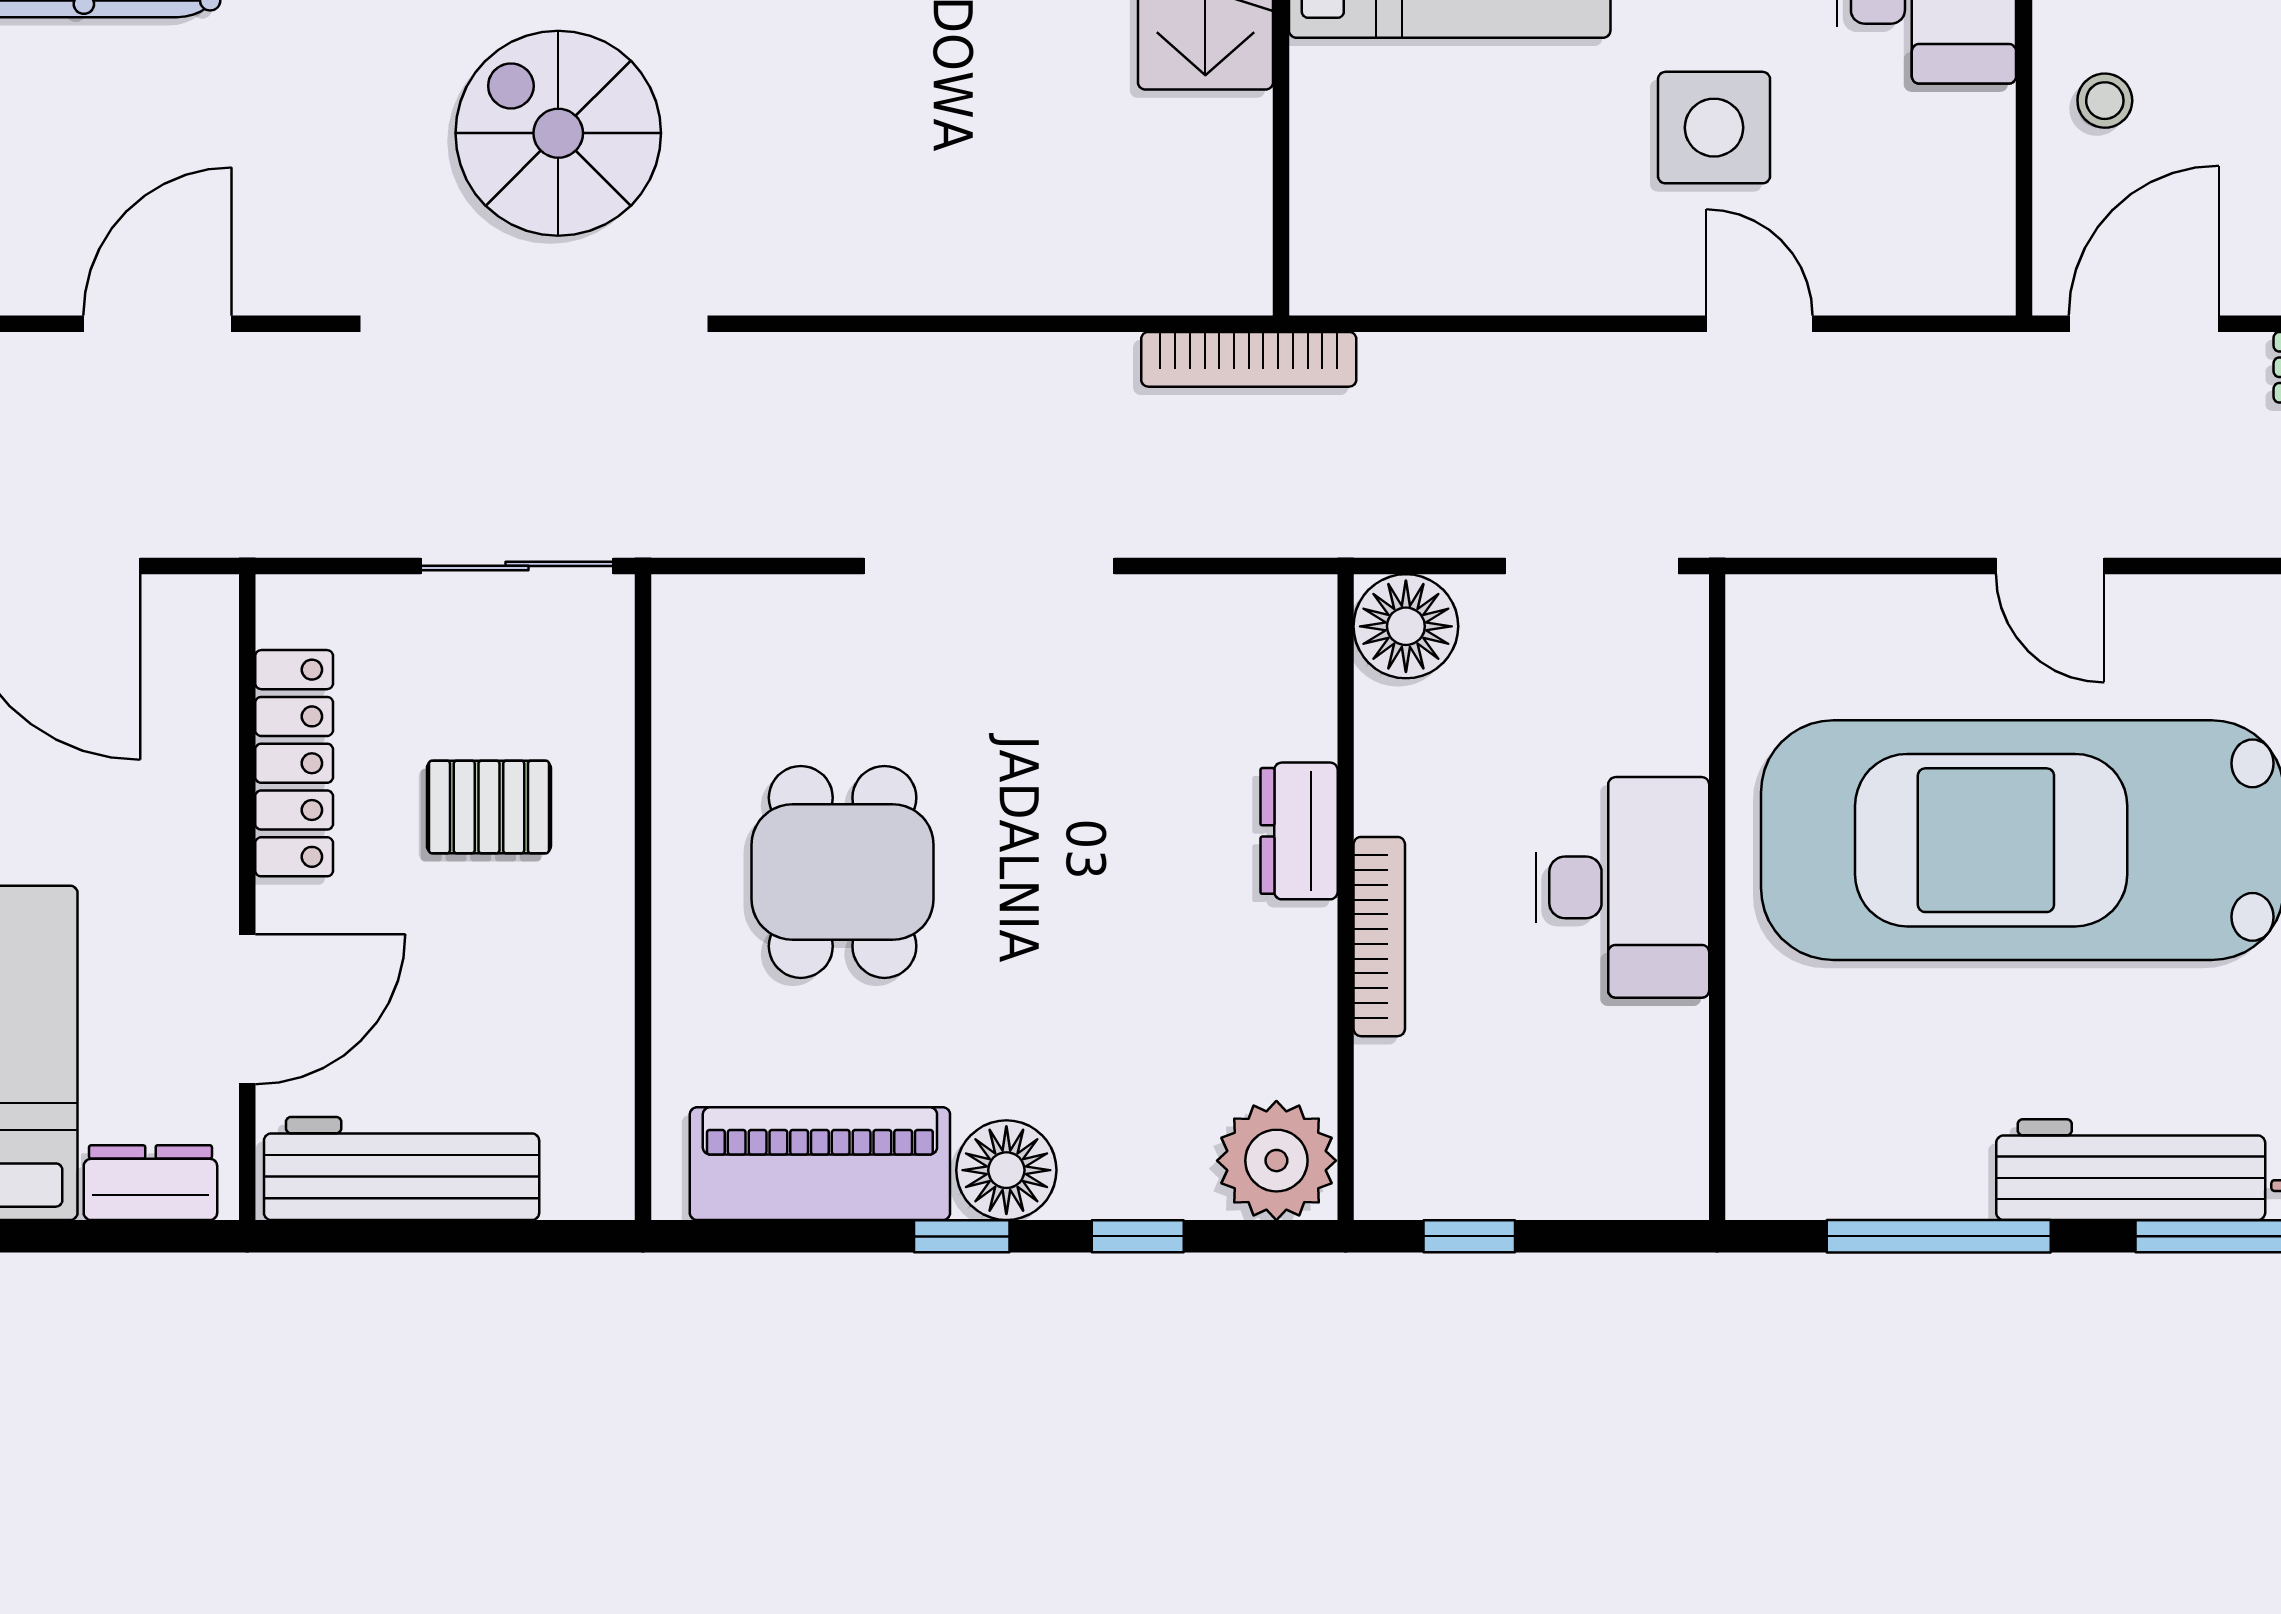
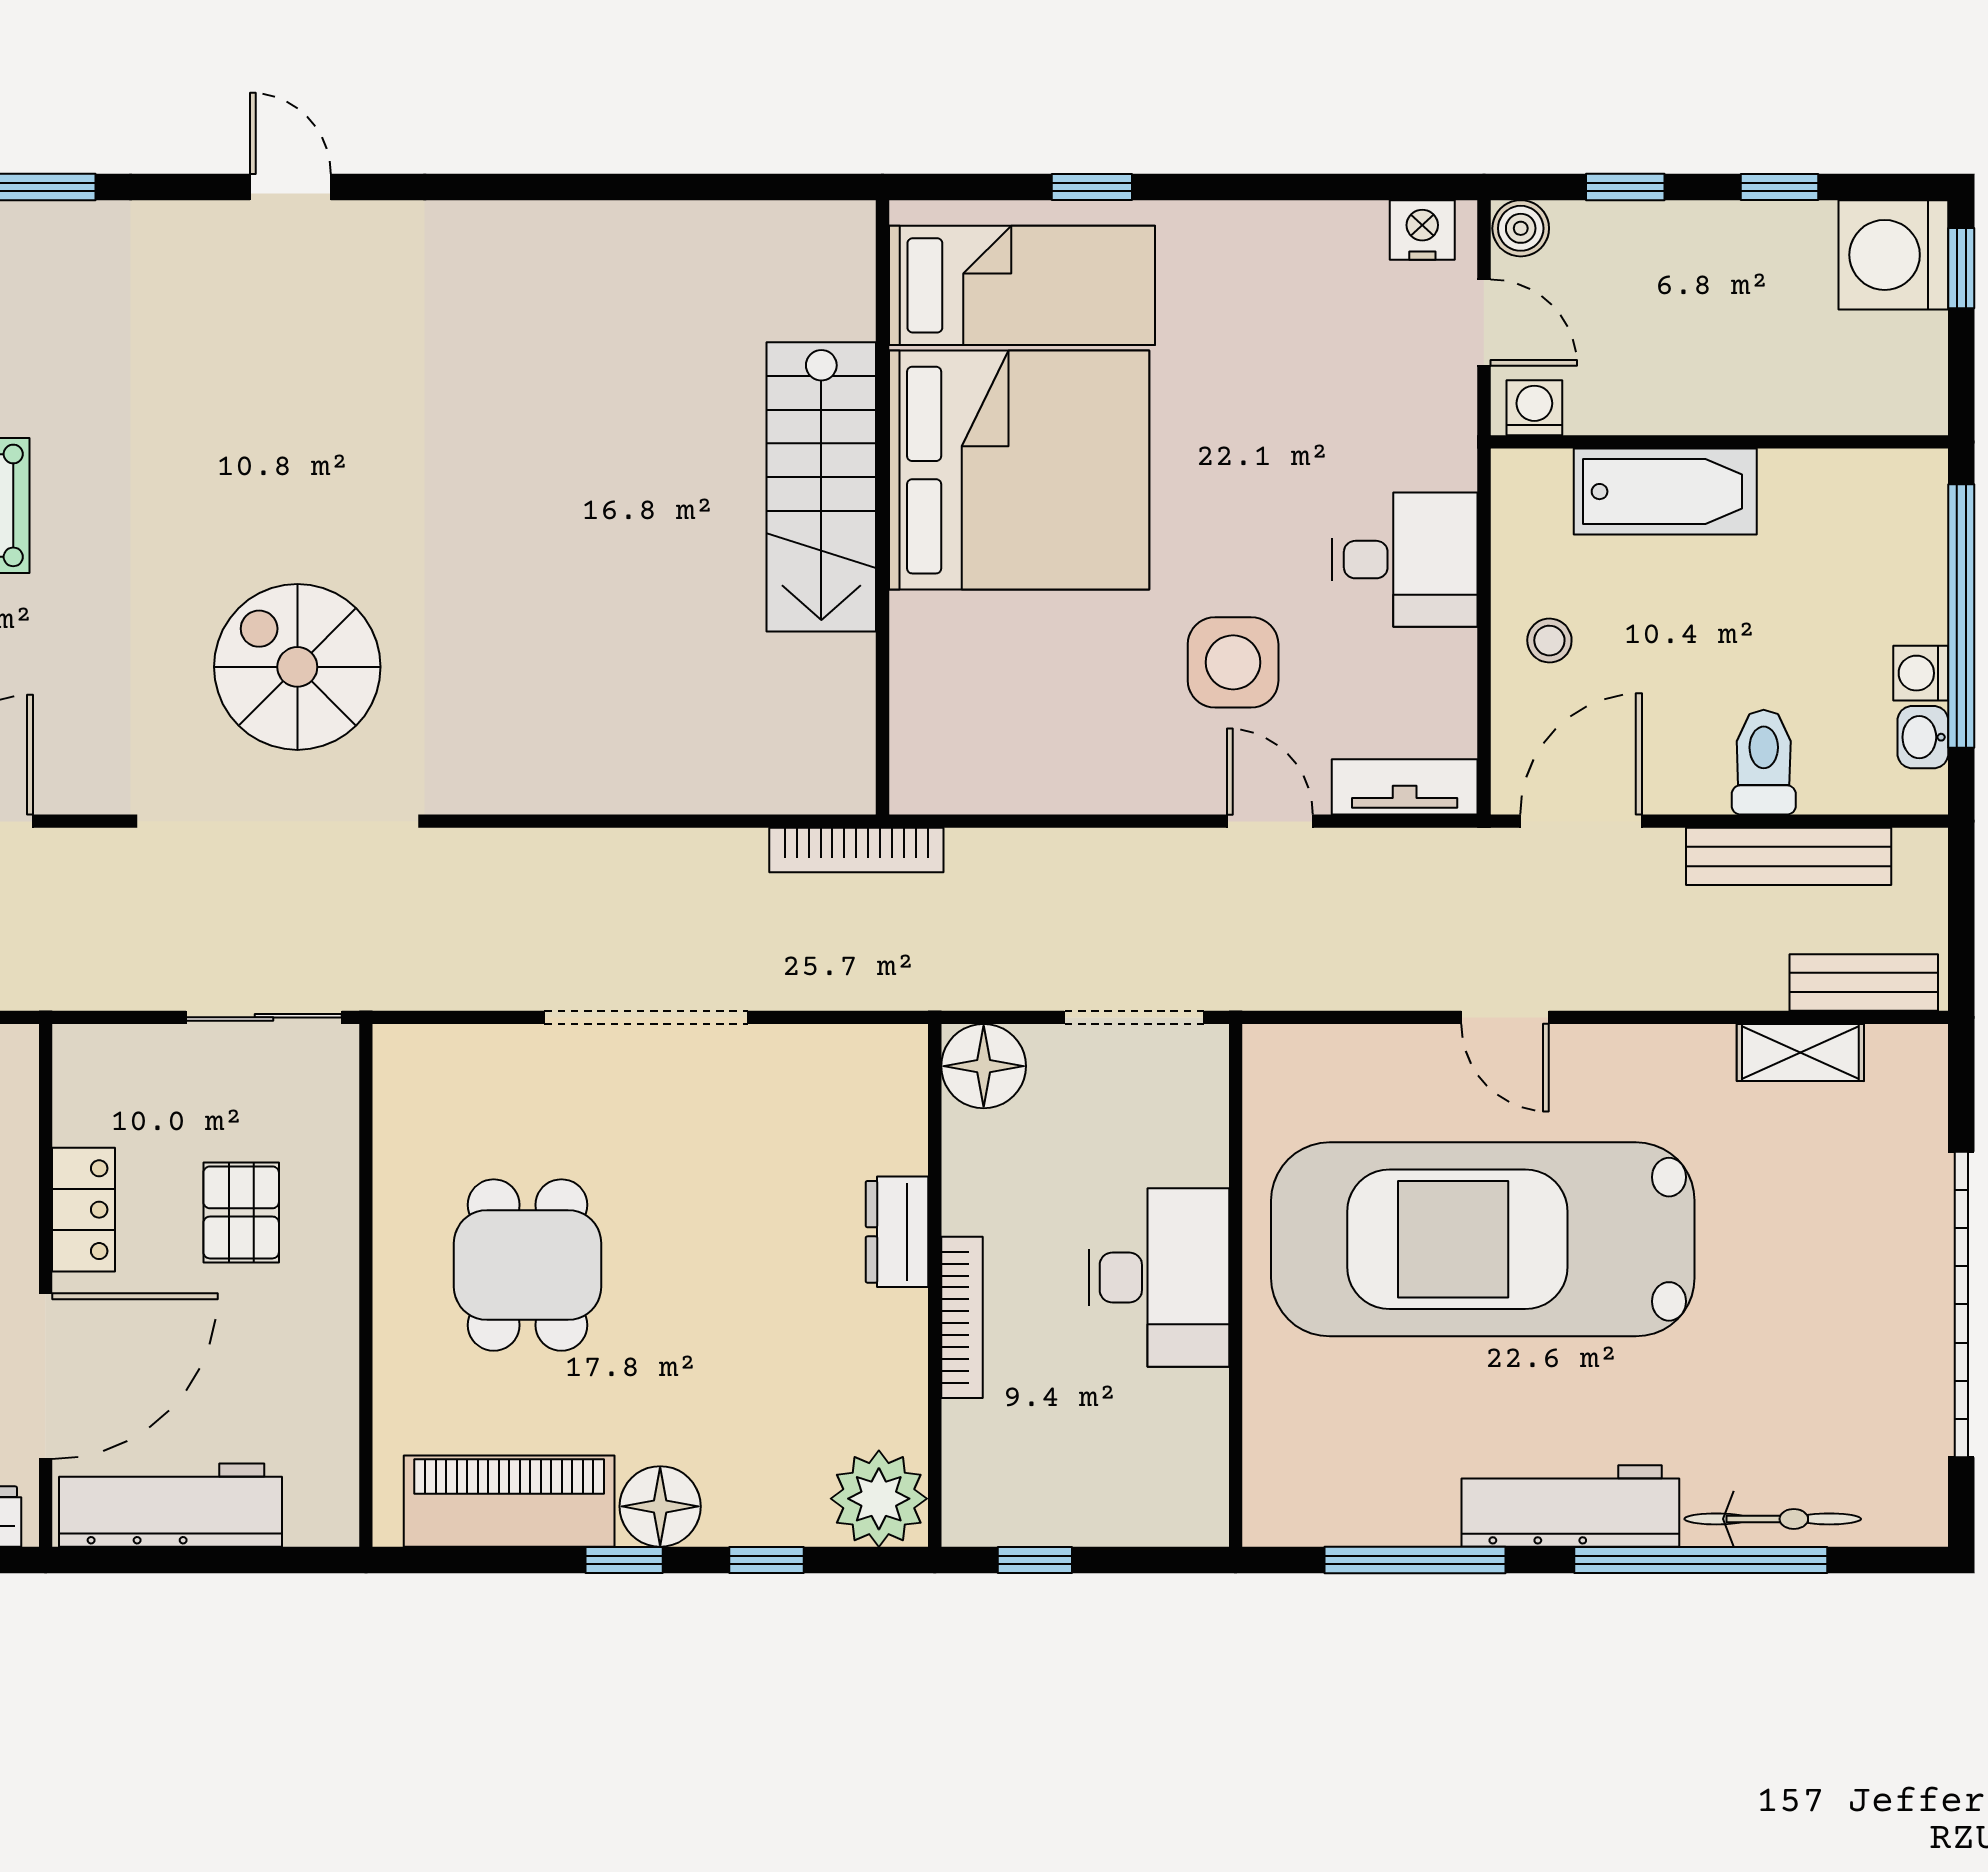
tv unit: (1926, 281) -> (1405, 787), added
locker: (294, 763) -> (83, 1210), width x0.66
pallet: (489, 807) -> (241, 1212), turned 90
door: (247, 1009) -> (46, 1376), width x1.36

